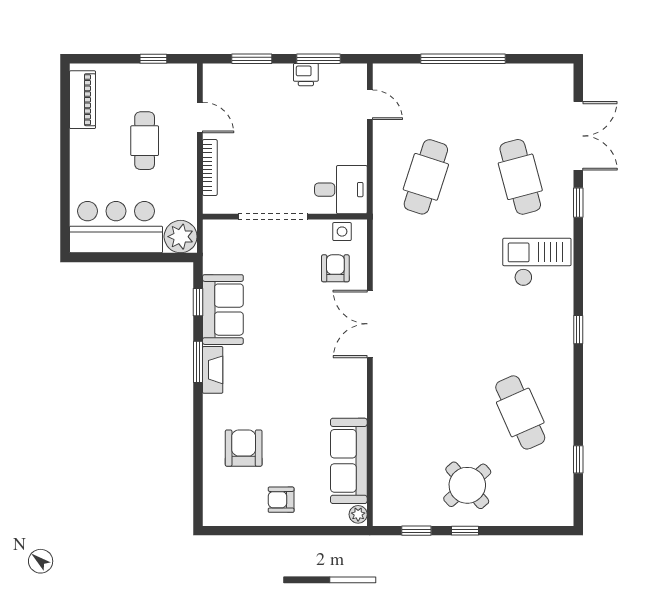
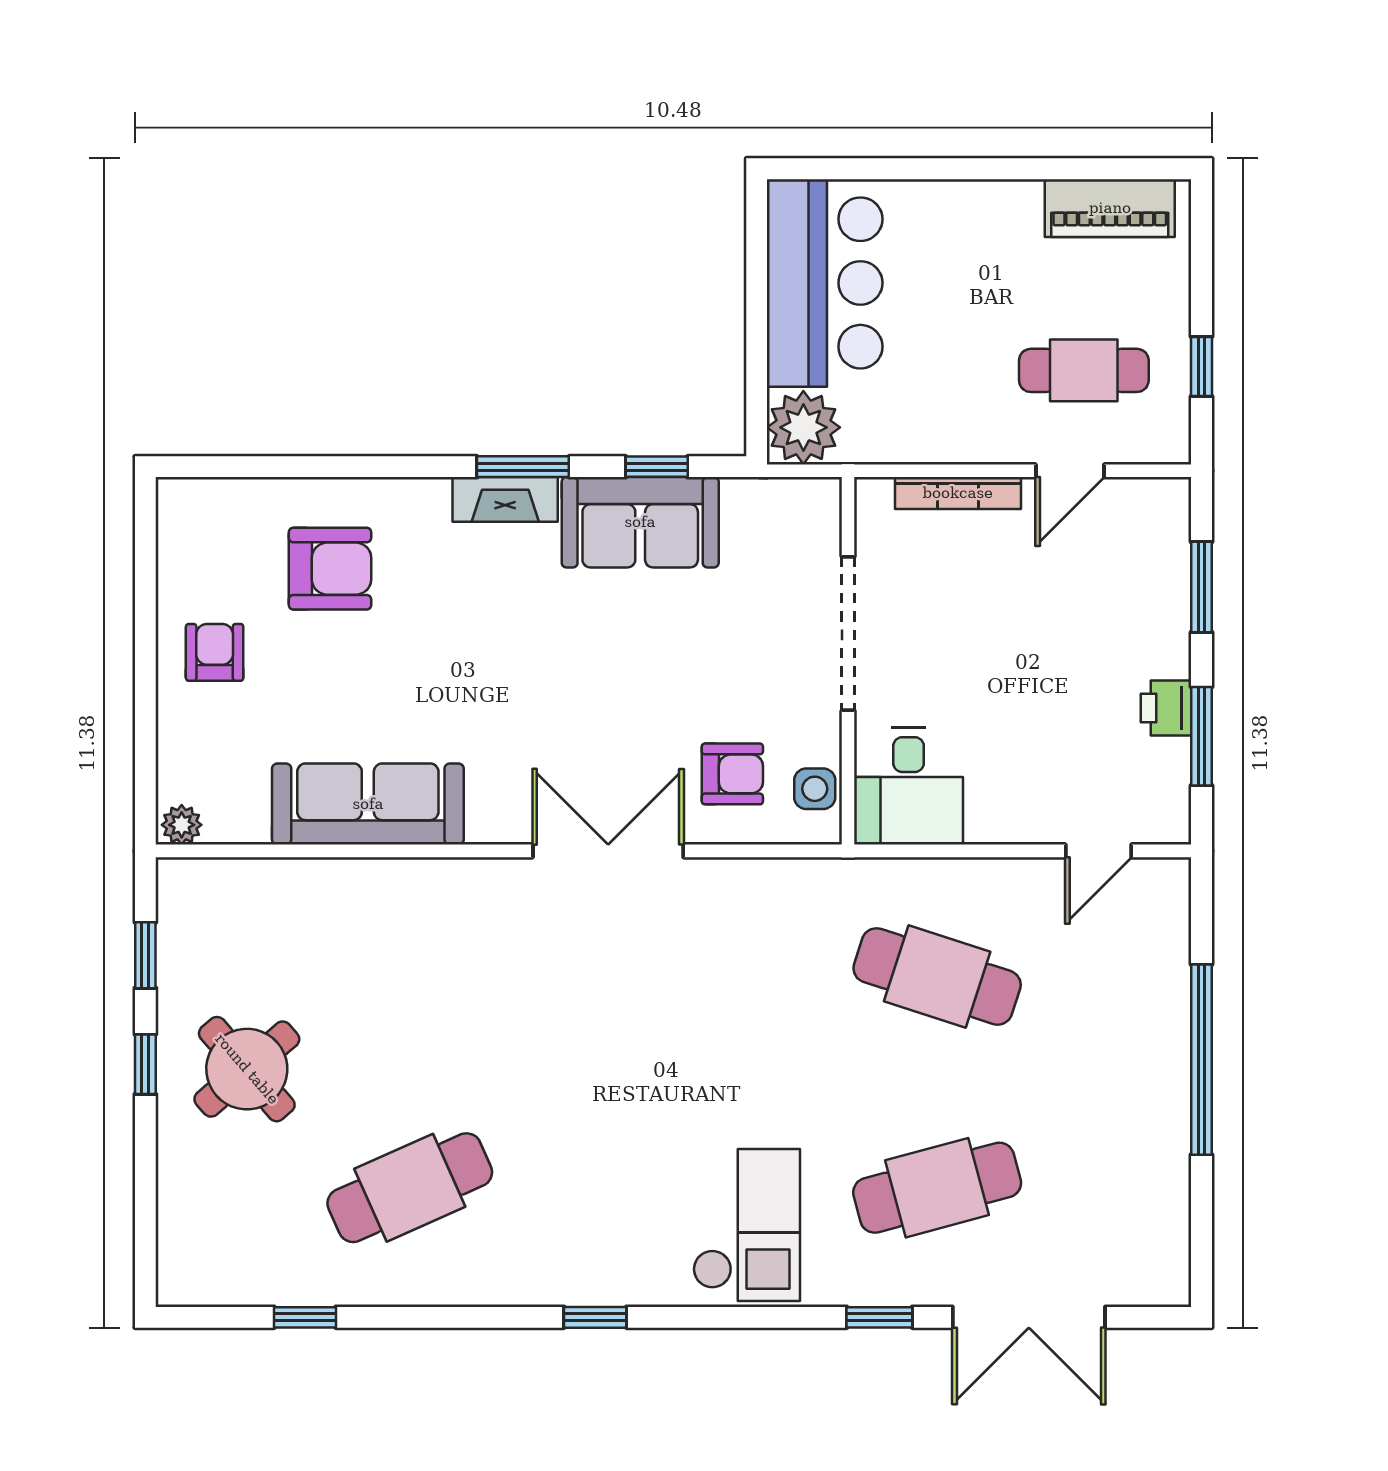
cafe table: (145, 141) -> (1084, 370), moved
sofa: (349, 461) -> (368, 804), moved

